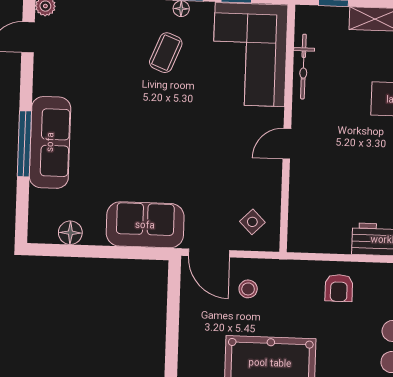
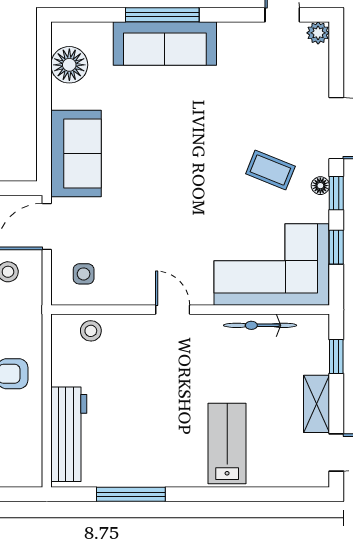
stool: (303, 217) -> (91, 331), added
side table: (252, 222) -> (84, 274), turned 45
floor lamp: (70, 233) -> (69, 65), width x1.38, depth x1.38

